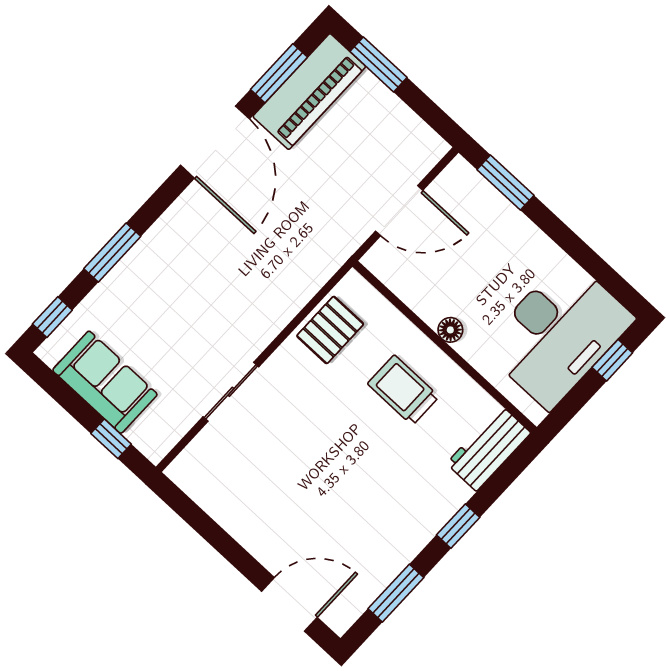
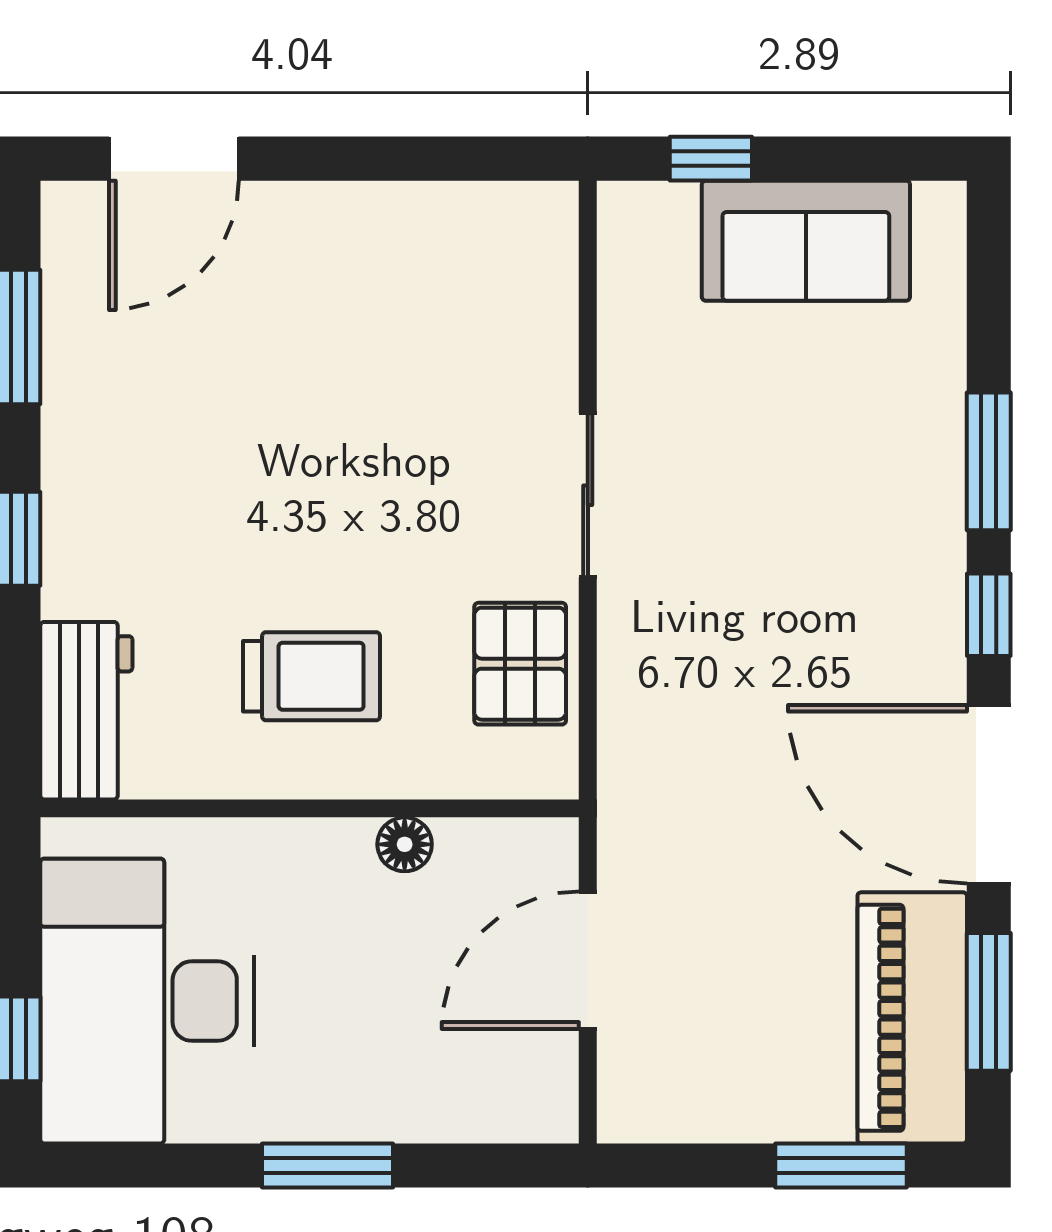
window: (505, 182) -> (327, 1166), moved
window: (52, 317) -> (989, 615), moved
floor lamp: (450, 330) -> (405, 844), moved
sliding door: (231, 392) -> (588, 495), moved

